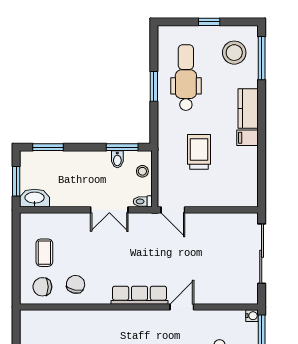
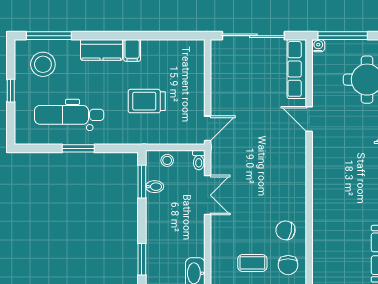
row of seats: (140, 295) -> (297, 69), moved

